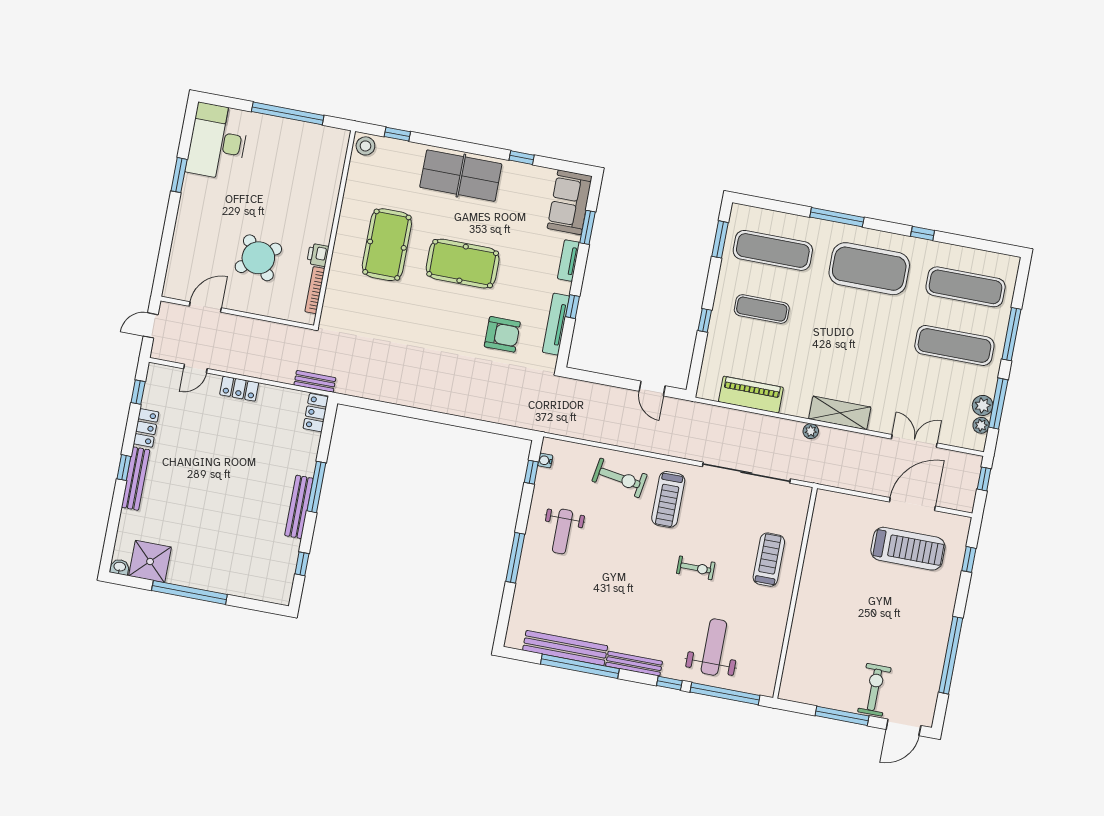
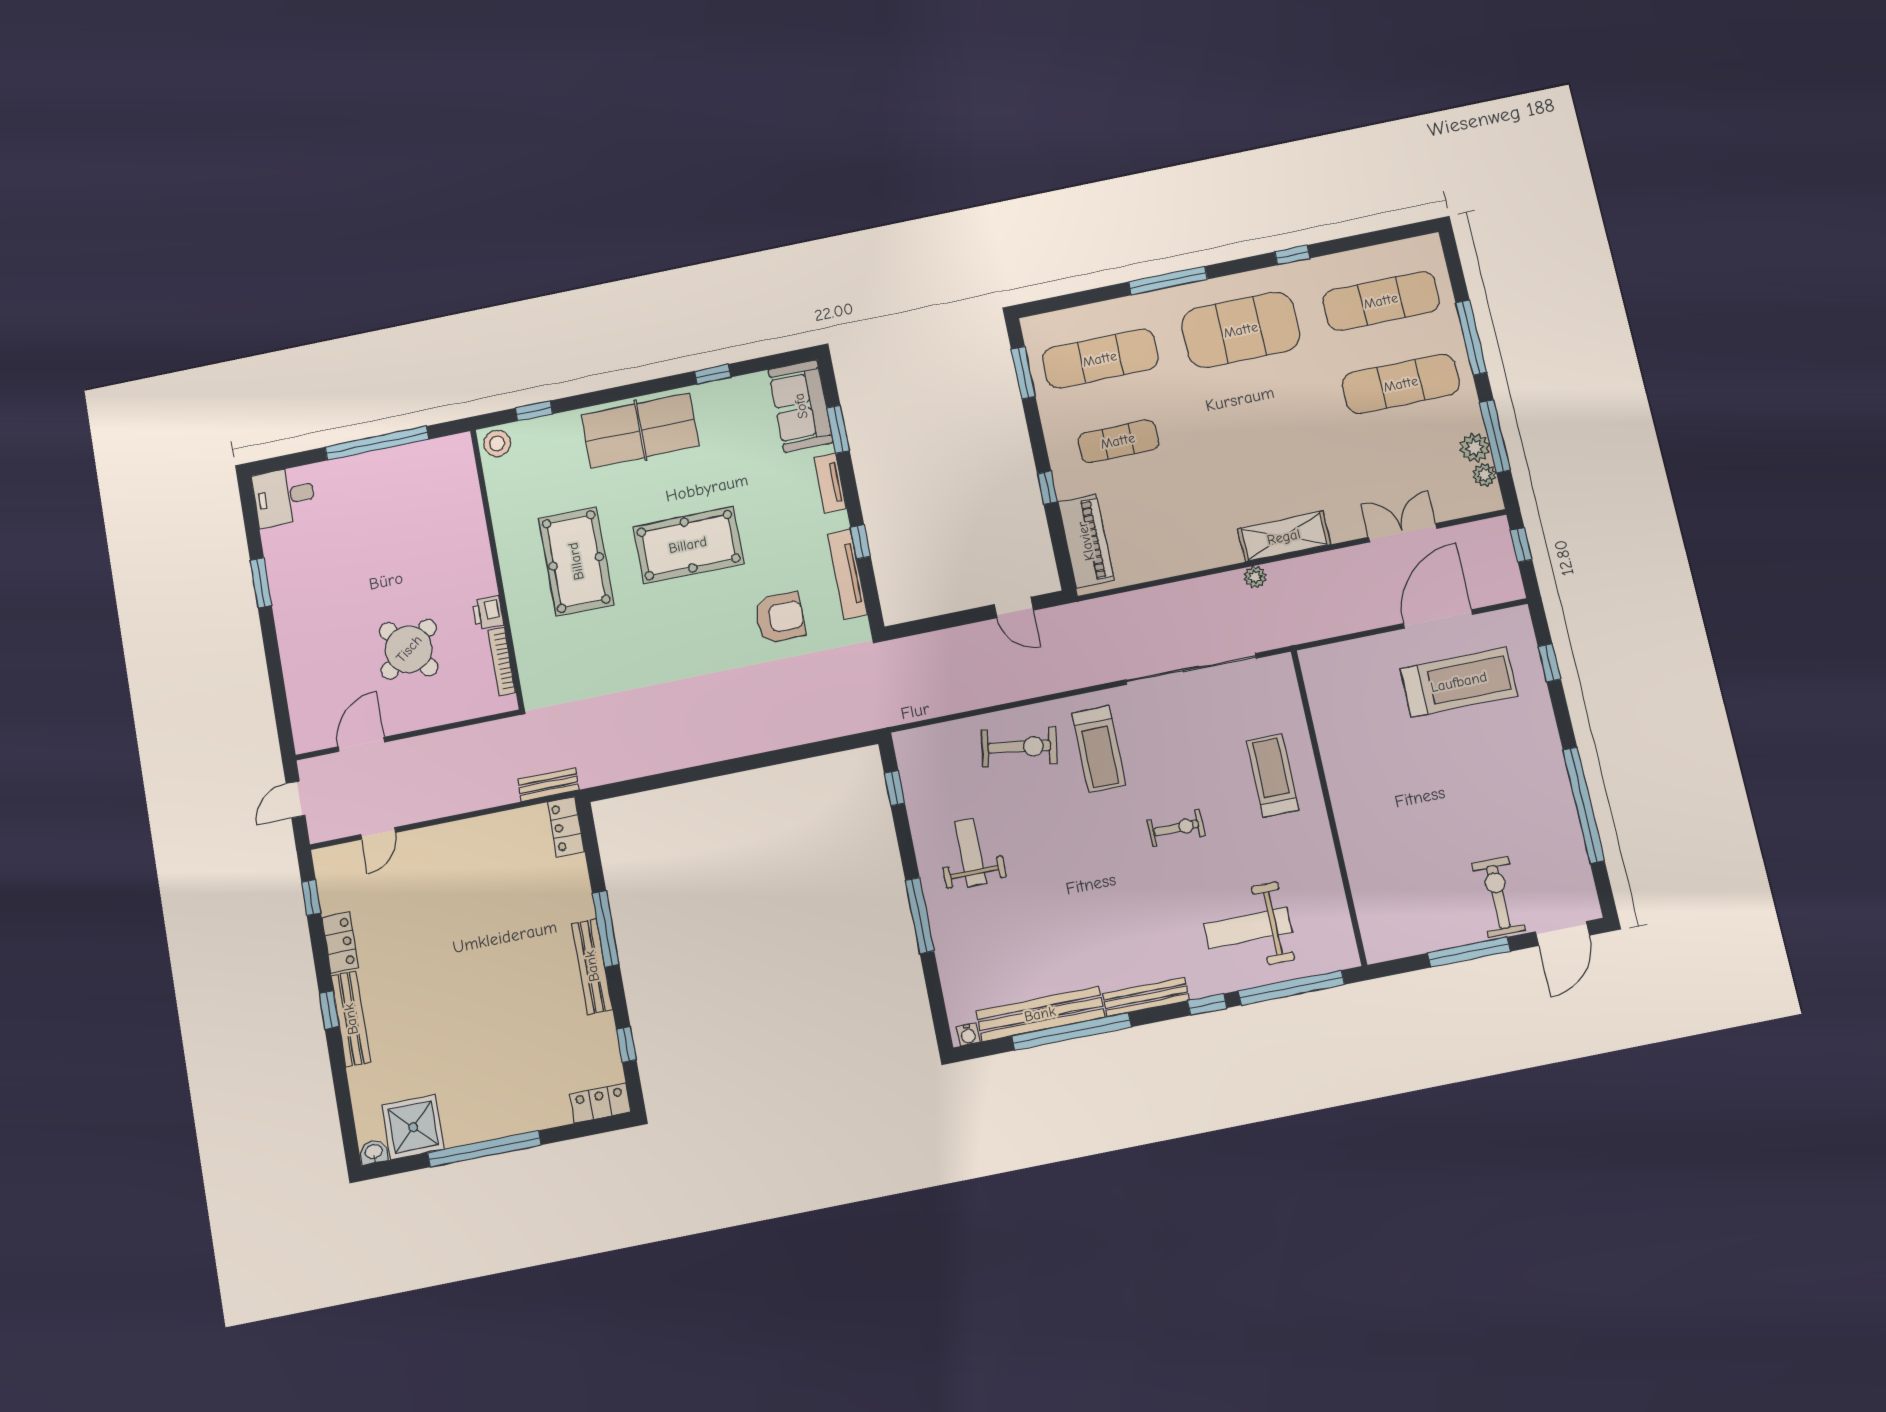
desk: (218, 142) -> (284, 496), width x0.53, depth x0.77
locker: (239, 389) -> (600, 1103), moved, turned 180
piano: (751, 395) -> (1086, 541), moved, turned 90
water cooler: (545, 460) -> (968, 1034), moved, turned -90
weight bench: (562, 532) -> (971, 853), turned 180
weight bench: (714, 647) -> (1248, 928), turned -90

